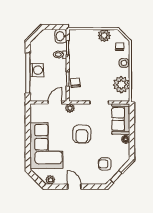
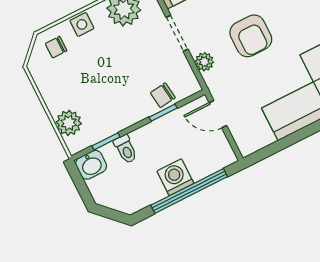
plant: (104, 36) -> (69, 123), moved
plant: (70, 108) -> (204, 62), moved
armchair: (82, 134) -> (251, 36), turned 90

